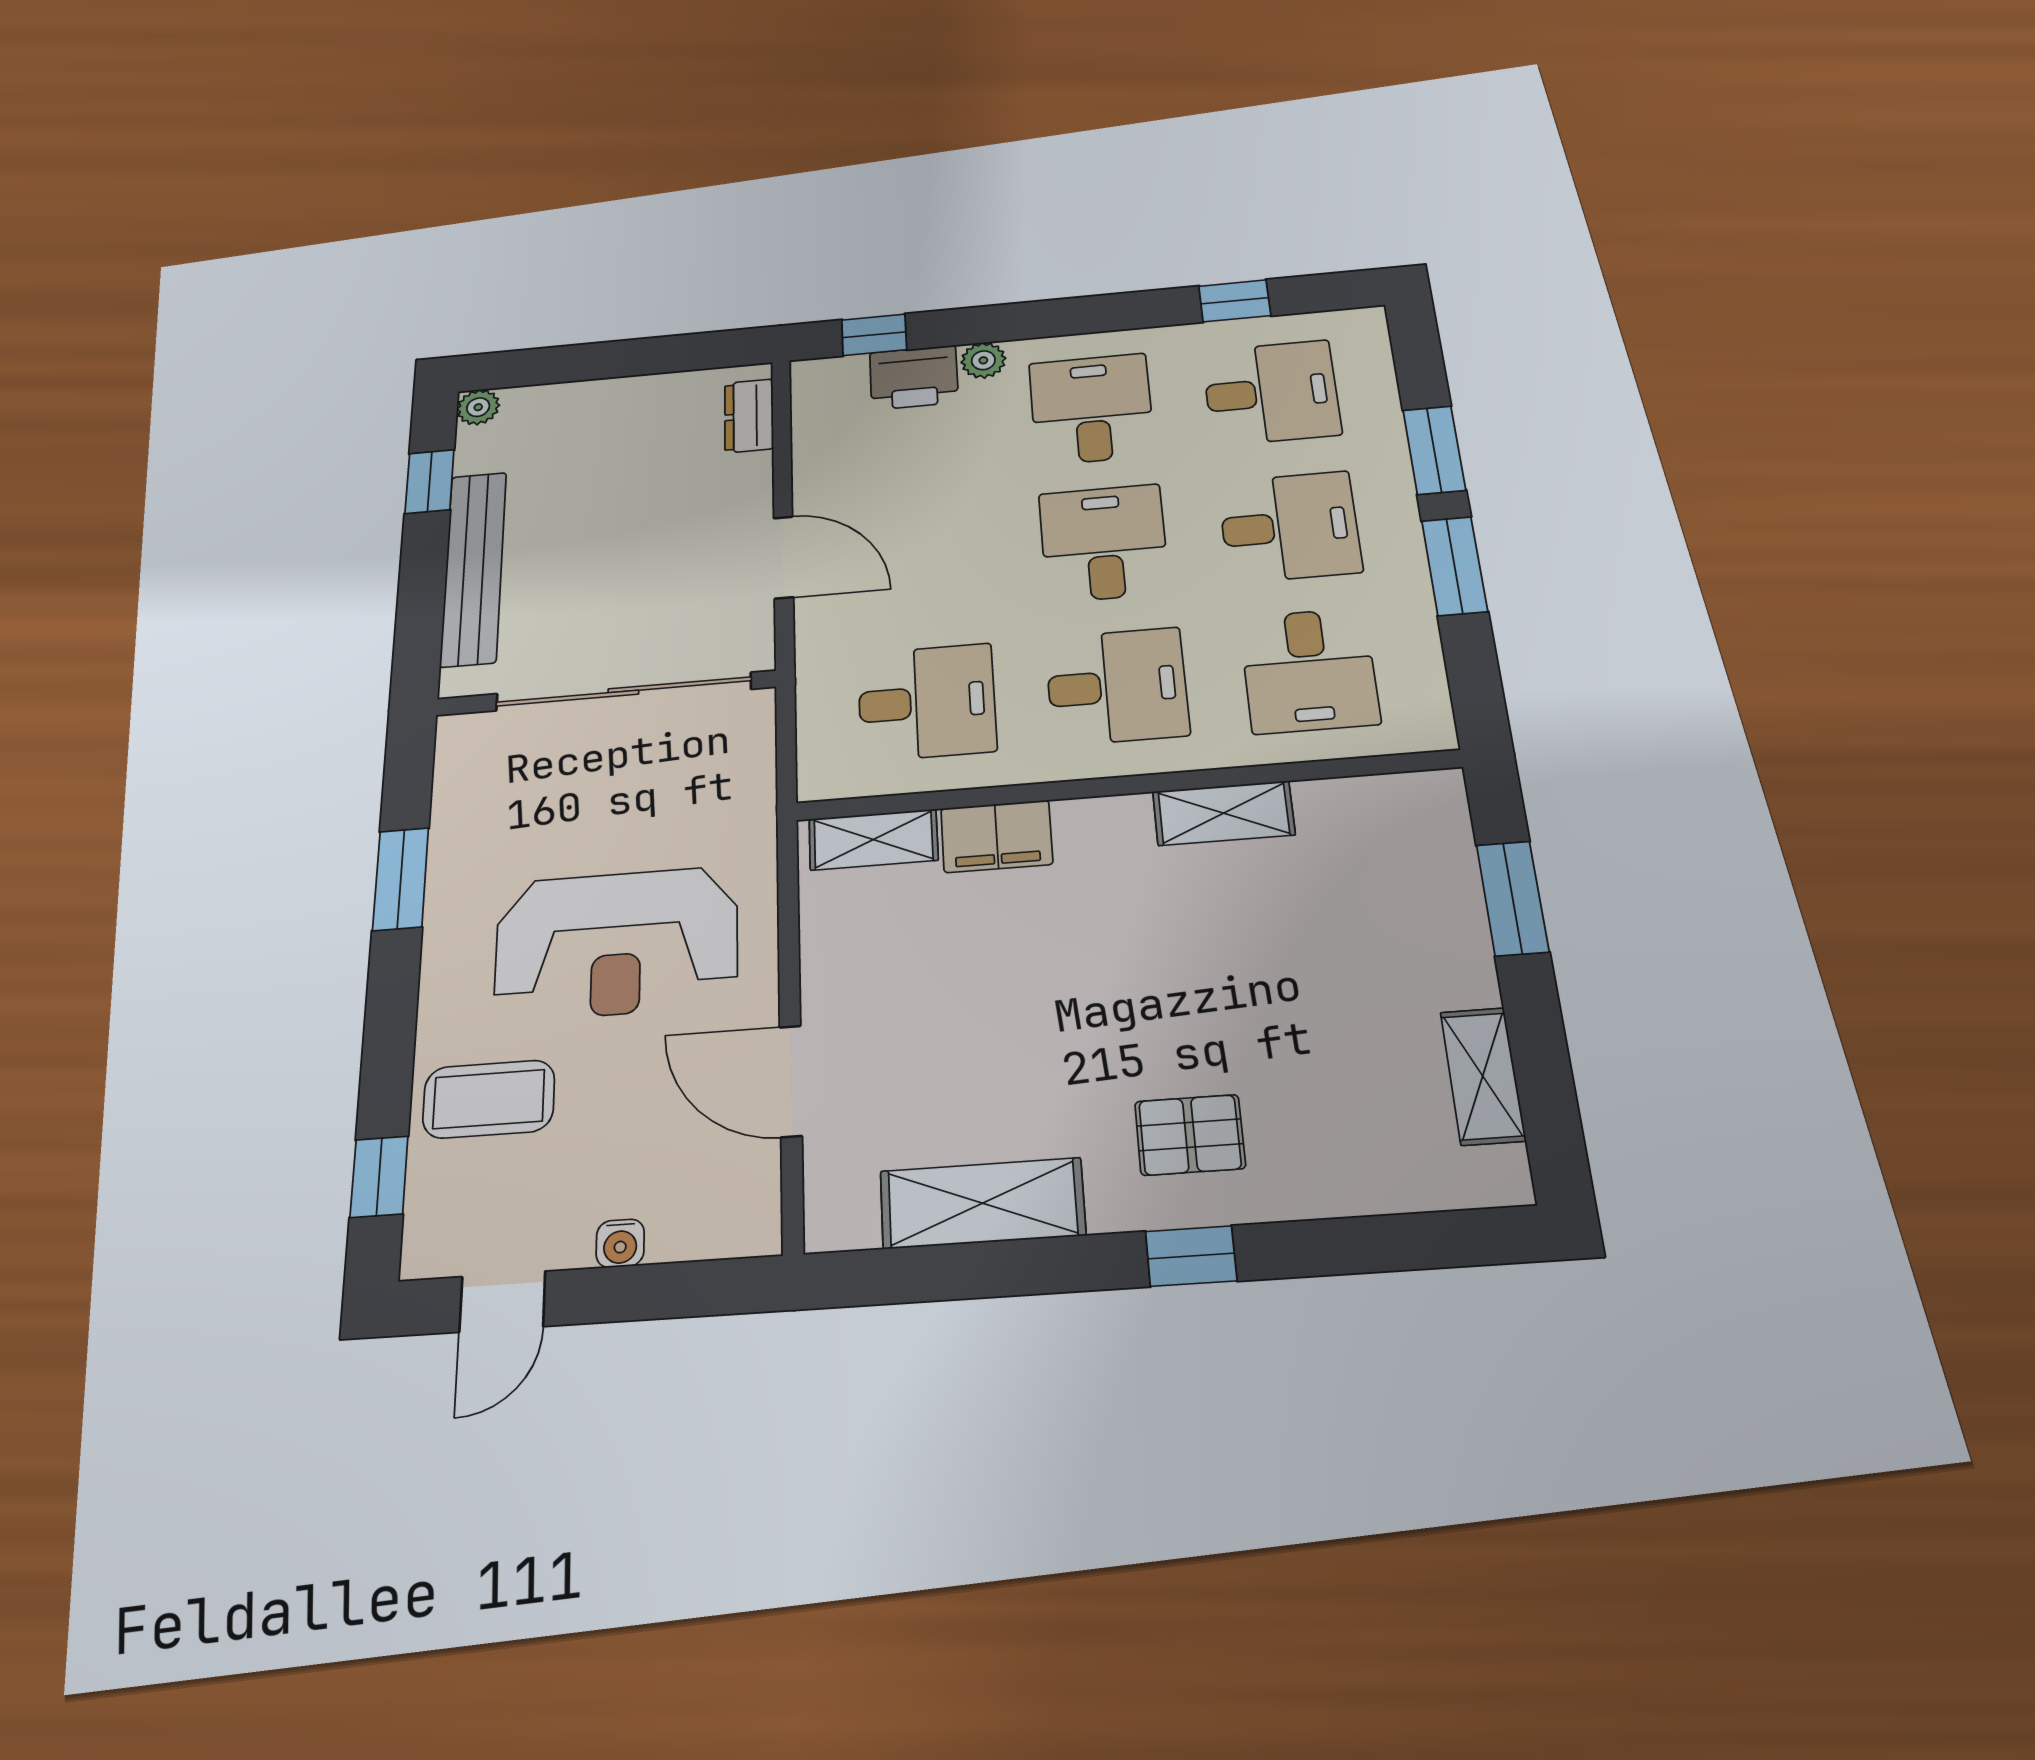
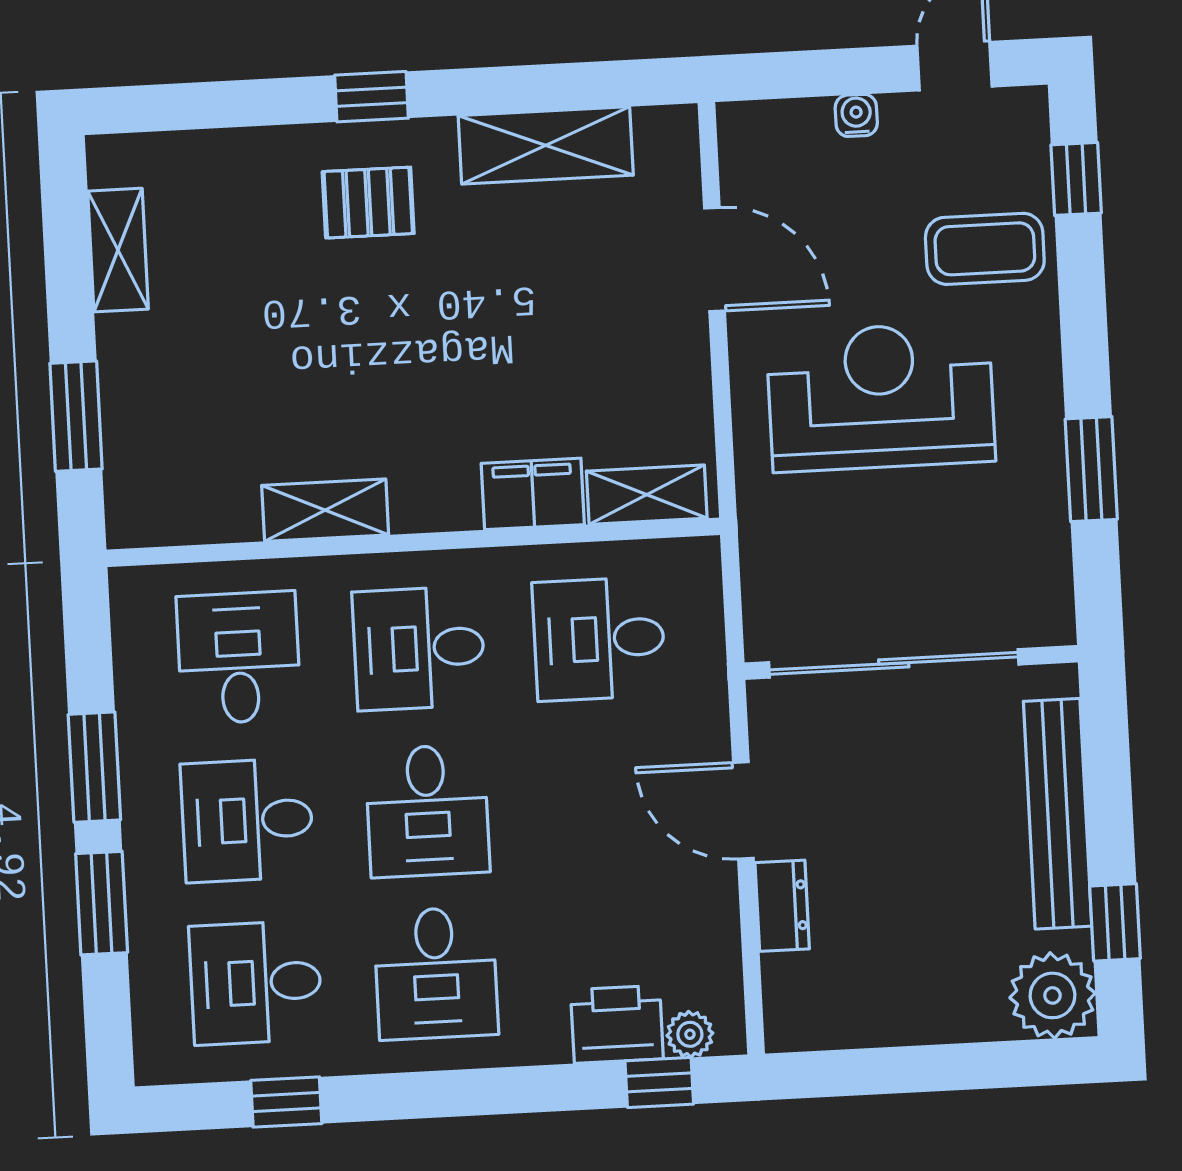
plant: (983, 360) -> (690, 1034), moved
plant: (478, 407) -> (1052, 995), width x1.88, depth x1.88
dresser: (749, 416) -> (782, 906), moved

